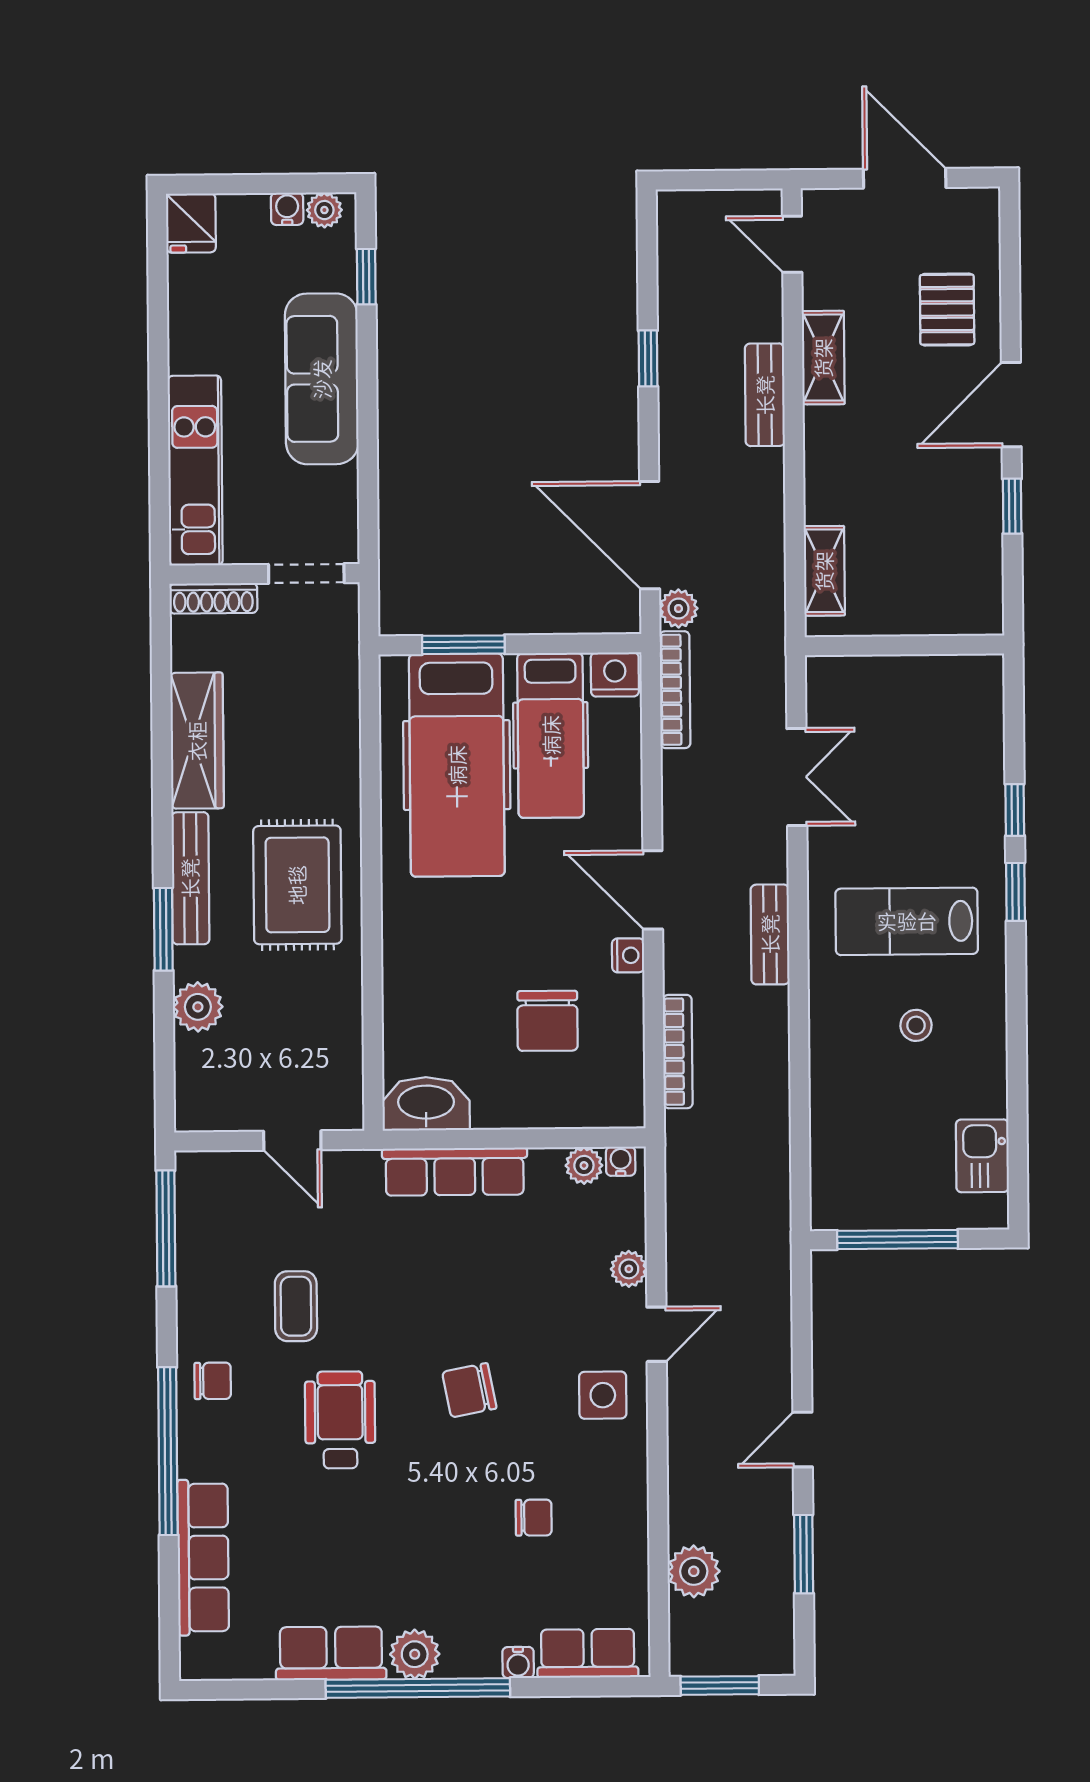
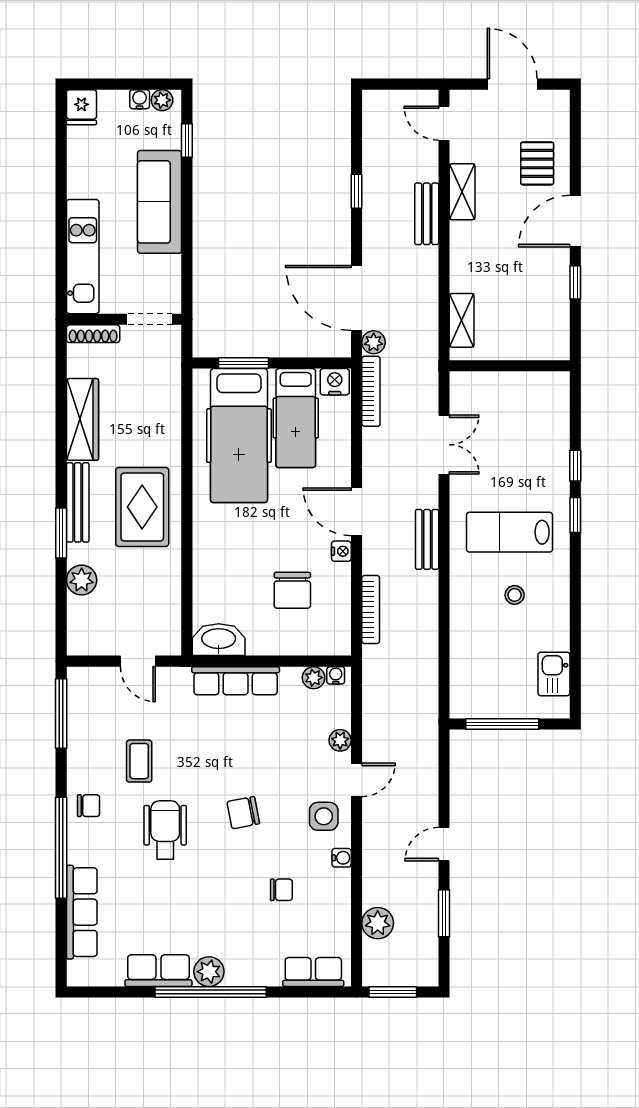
water cooler: (518, 1663) -> (342, 858), moved, turned -90

